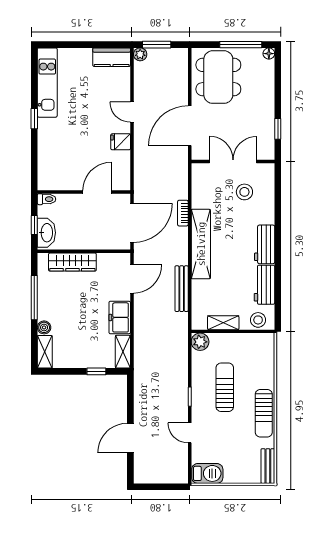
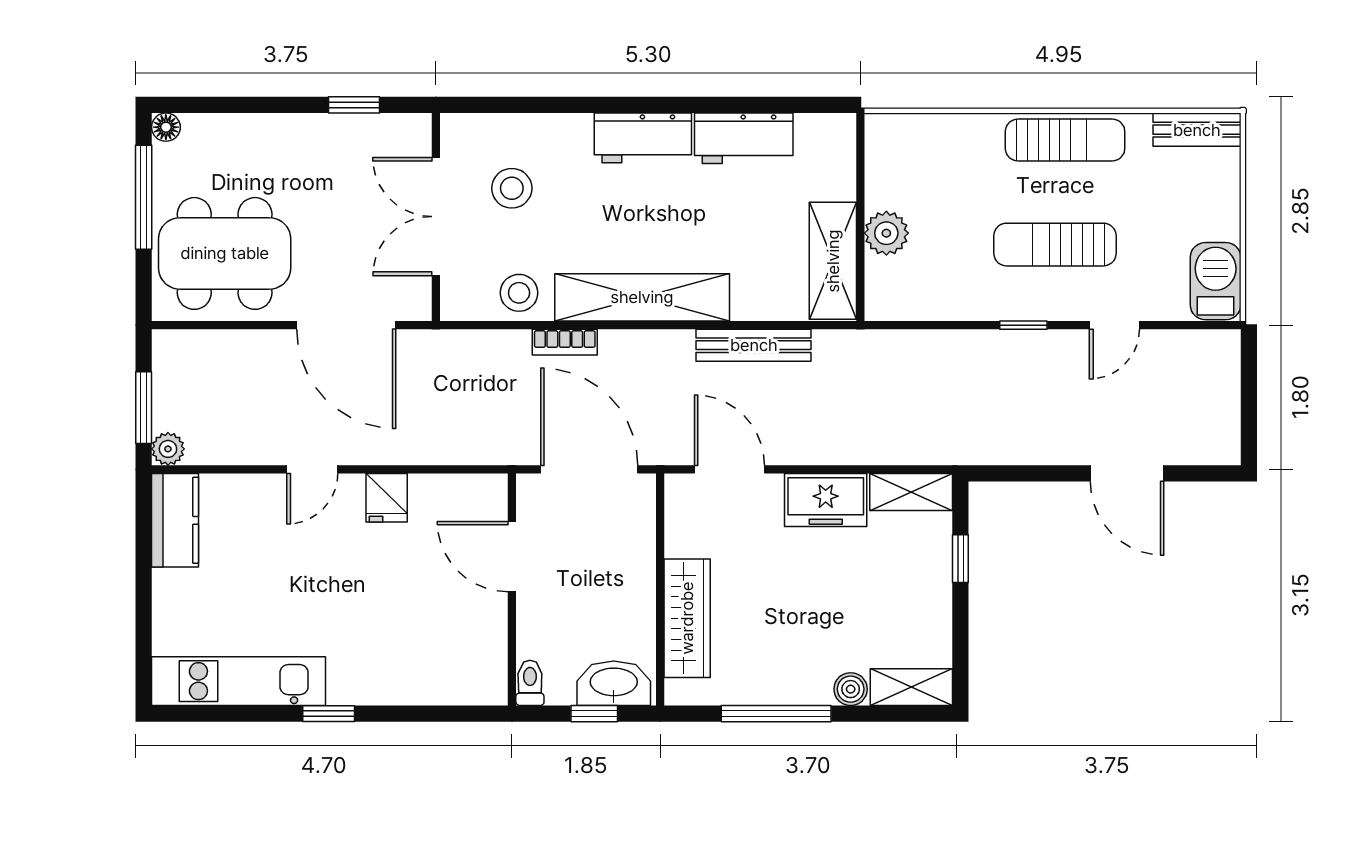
stool: (258, 320) -> (519, 293), moved
shelving: (223, 323) -> (833, 261), width x1.50, depth x1.33
plant: (200, 342) -> (886, 233), moved
sun lounger: (225, 387) -> (1055, 245), moved

